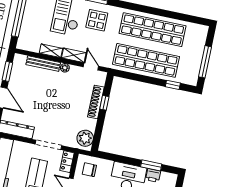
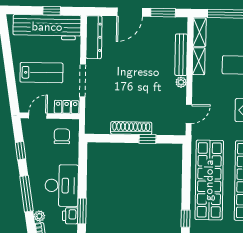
shelving: (74, 55) -> (199, 32), moved
shoe rack: (96, 102) -> (131, 128), moved
plant: (85, 138) -> (100, 124), removed

